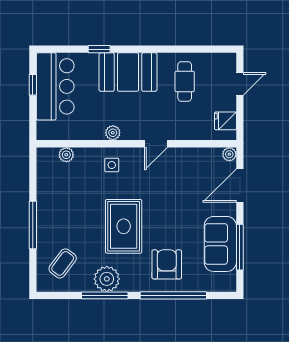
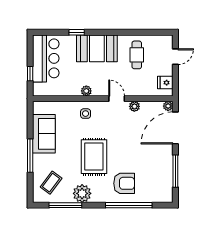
window: (33, 85) -> (30, 74), moved
door: (156, 144) -> (117, 99), swing flipped
plant: (66, 155) -> (134, 106), moved
door: (240, 186) -> (175, 128), width x1.36
sofa: (220, 244) -> (44, 134), moved, turned 180
armchair: (167, 264) -> (124, 183), turned 90
window: (105, 295) -> (65, 205), moved

